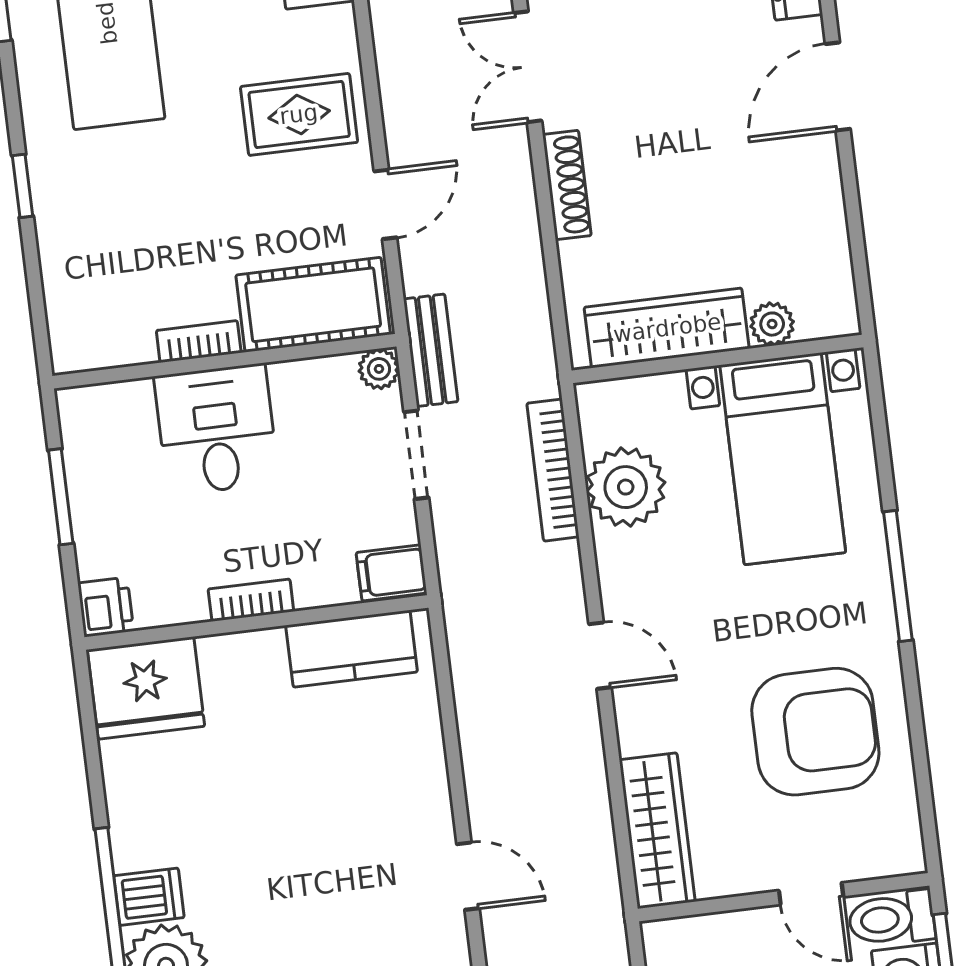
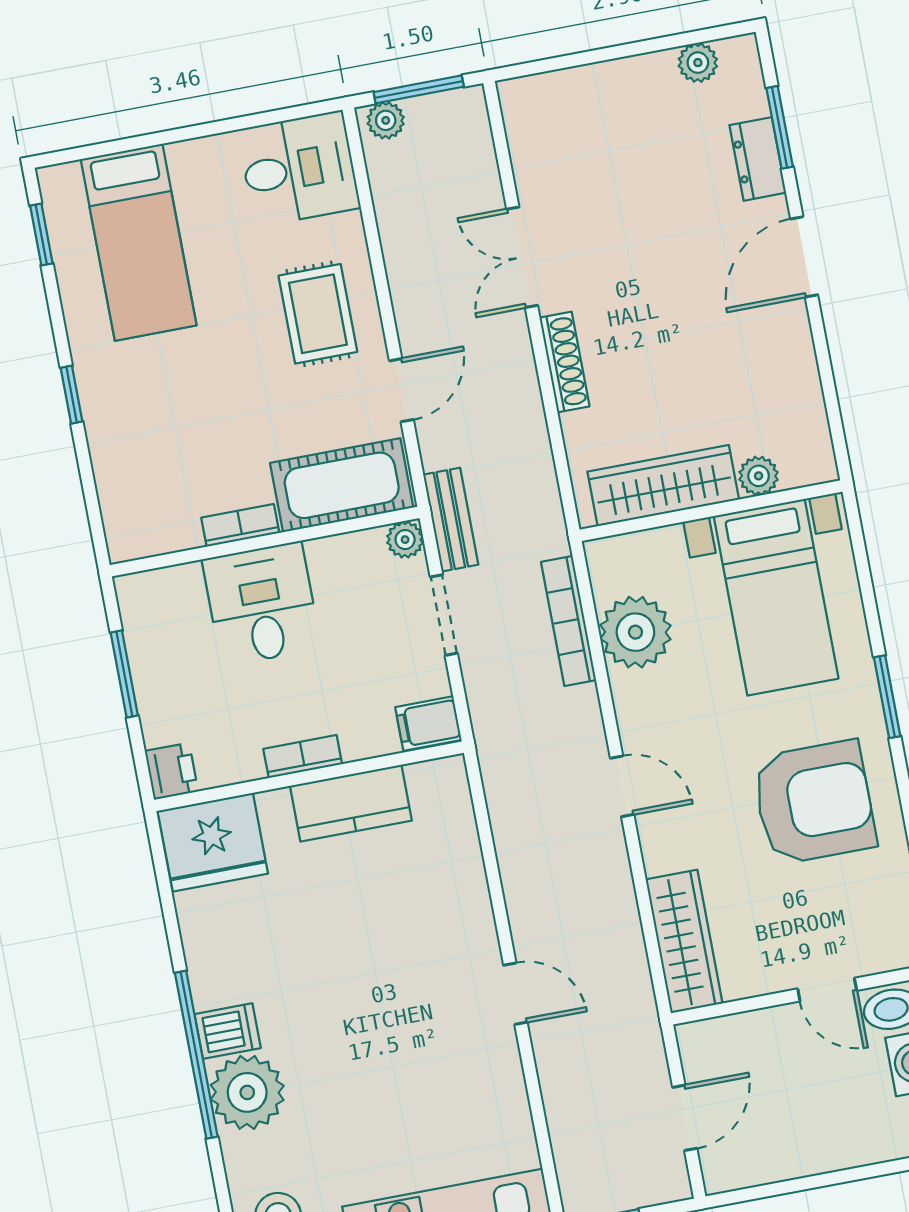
rug: (299, 114) -> (318, 314), turned 90
window: (898, 576) -> (887, 697), width x0.69
kitchen counter: (352, 649) -> (351, 803), moved
armchair: (815, 732) -> (814, 802), moved

